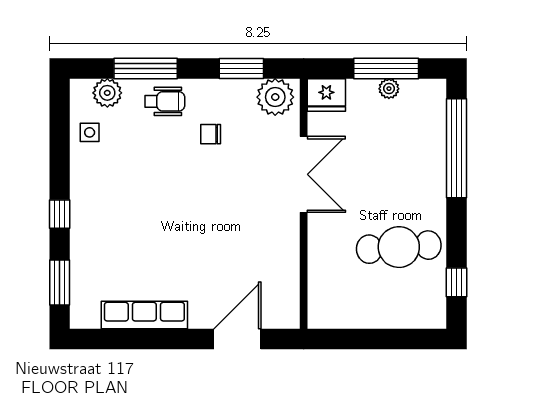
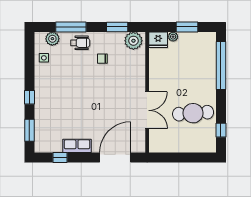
window: (386, 68) -> (187, 27), width x0.69
plant: (389, 89) -> (173, 37), moved
double door: (304, 174) -> (147, 110), moved
row of seats: (144, 315) -> (77, 146), width x0.68
window: (123, 339) -> (60, 157), added
door: (237, 339) -> (115, 157), width x1.36

